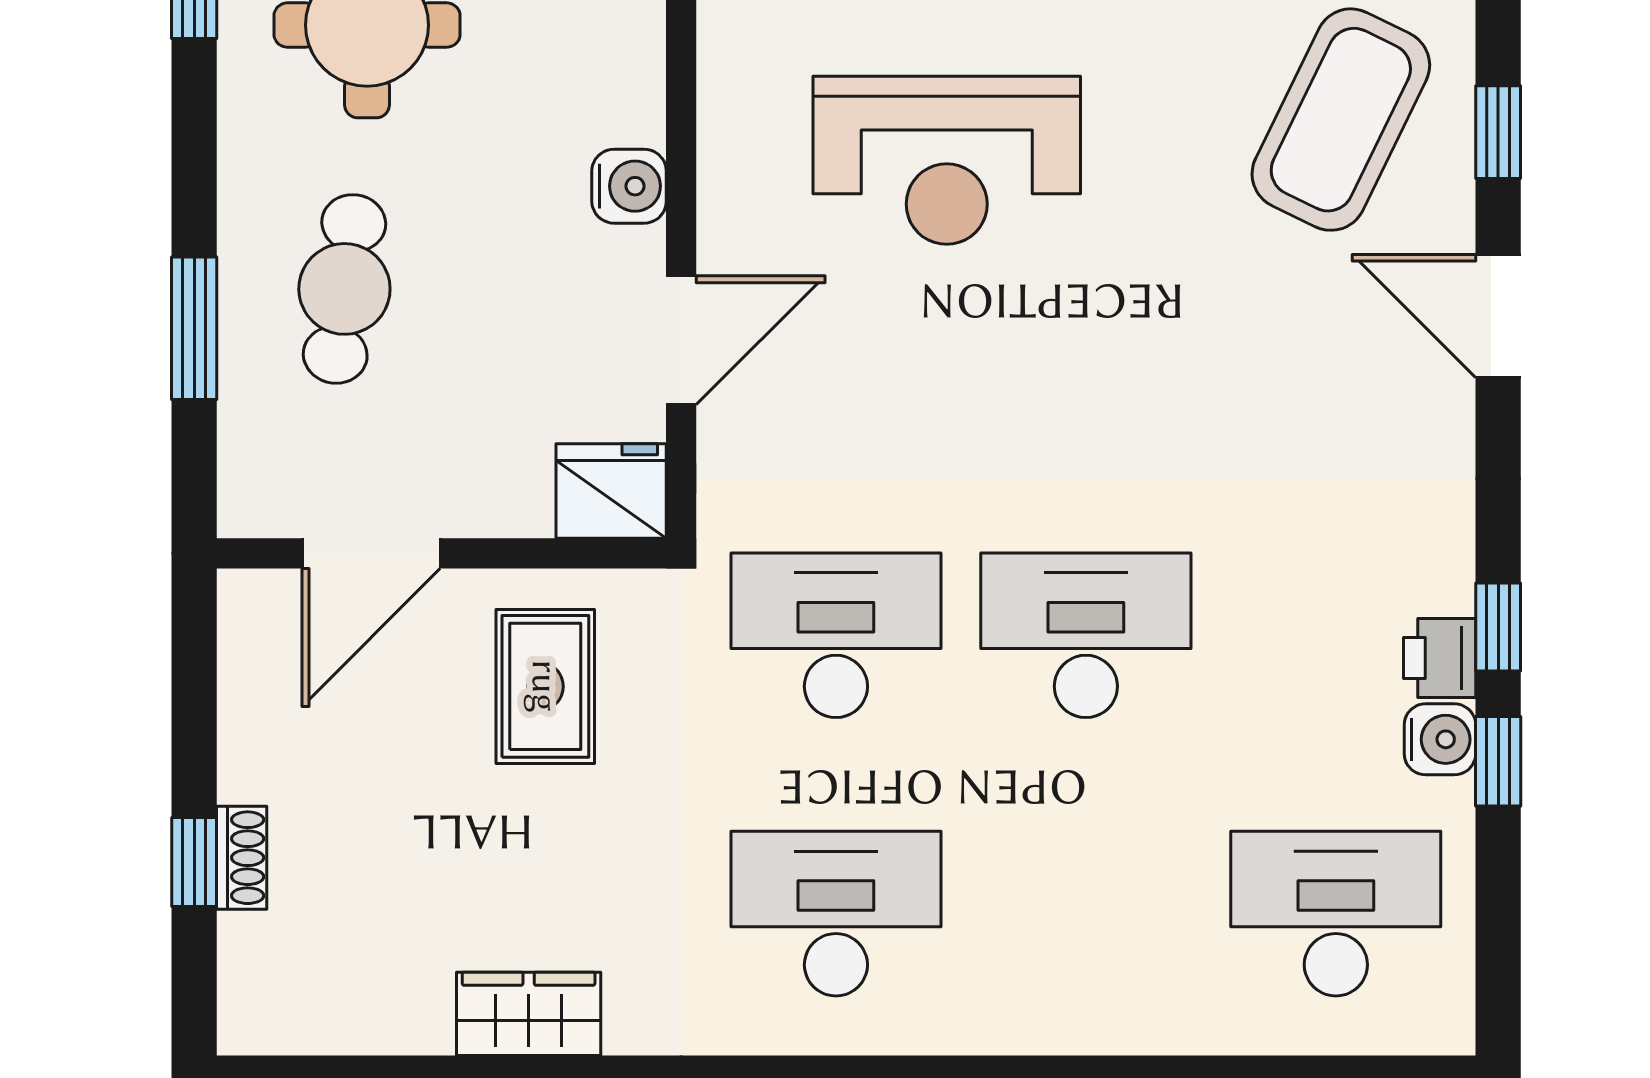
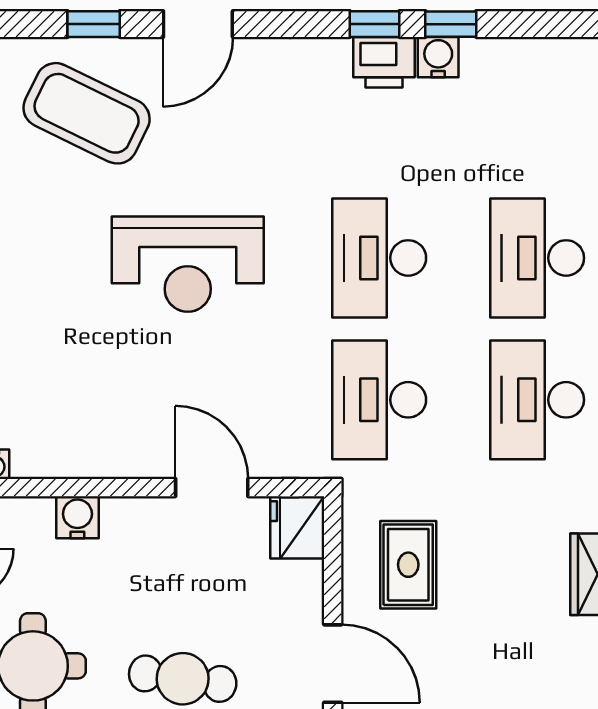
reception desk: (947, 160) -> (188, 264), moved, turned 90
water cooler: (629, 186) -> (77, 517), moved
printer: (1440, 658) -> (384, 62), width x1.36, depth x1.24
rug: (545, 686) -> (408, 565), turned 90
desk: (1336, 914) -> (537, 258), moved

